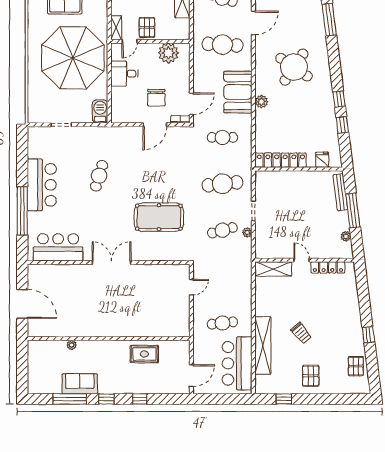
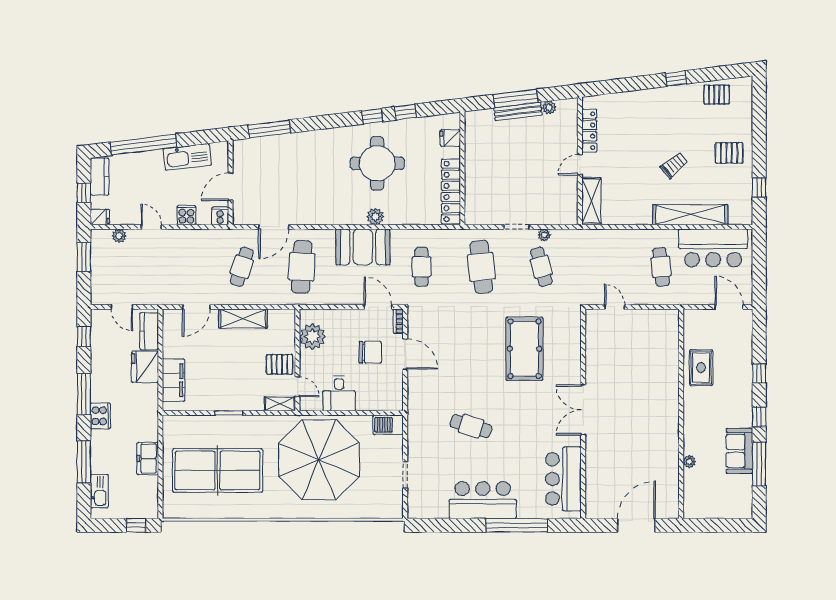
door: (253, 23) -> (274, 227), swing flipped
round table: (294, 67) -> (377, 163), moved, turned -34
bench: (340, 192) -> (518, 111), moved

